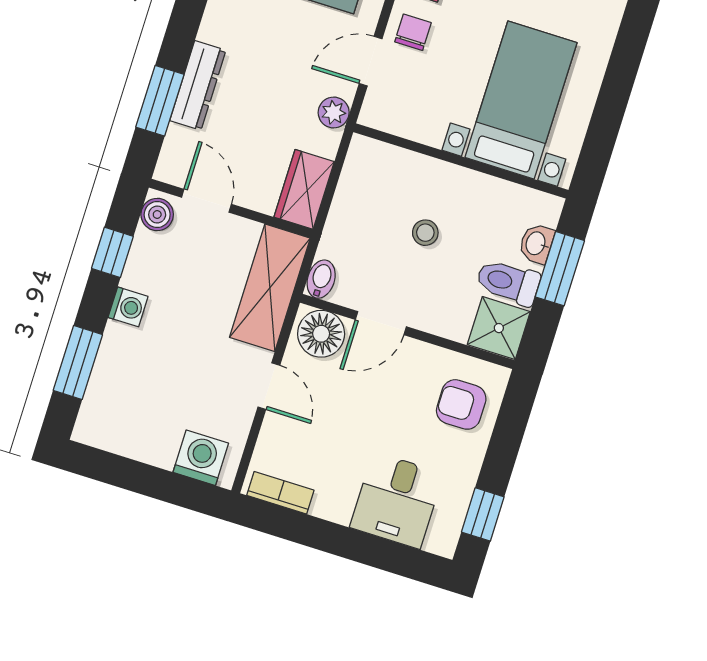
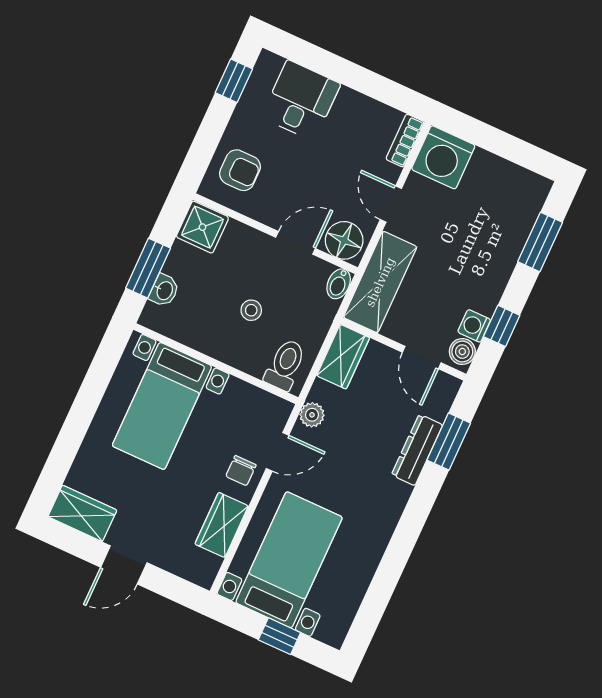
toilet: (508, 282) -> (285, 365), moved, turned -90
washing machine: (128, 307) -> (474, 326), moved
washing machine: (201, 458) -> (443, 157), width x1.37, depth x1.37
bookcase: (280, 493) -> (405, 141), moved, turned 90

